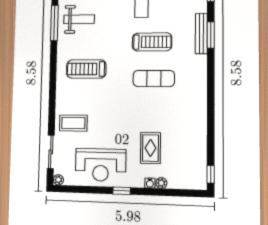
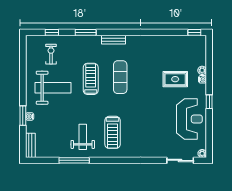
weight bench: (79, 19) -> (83, 137), moved
bench: (201, 34) -> (113, 40), moved, width x0.73
coffee table: (73, 123) -> (157, 142), removed

